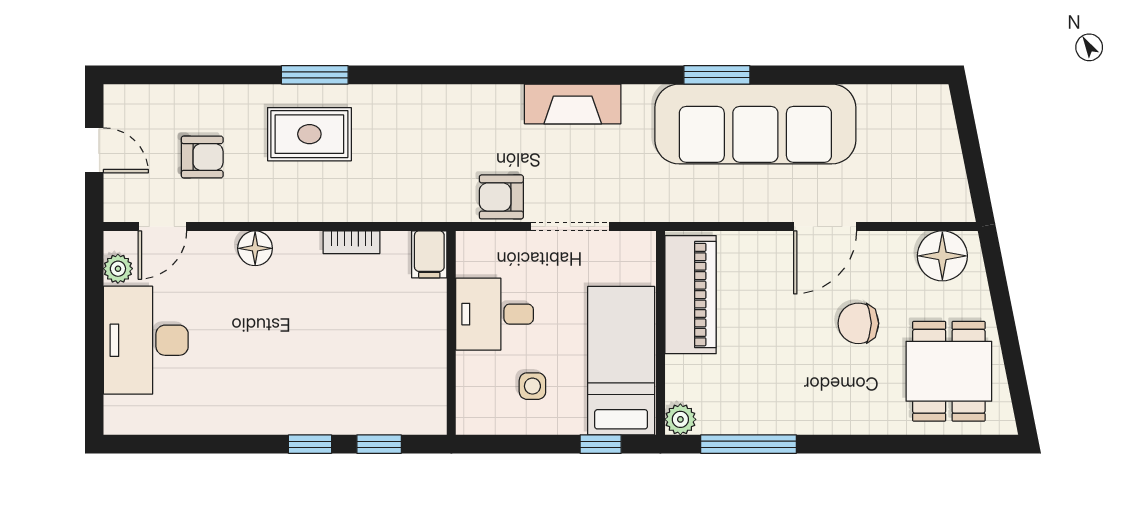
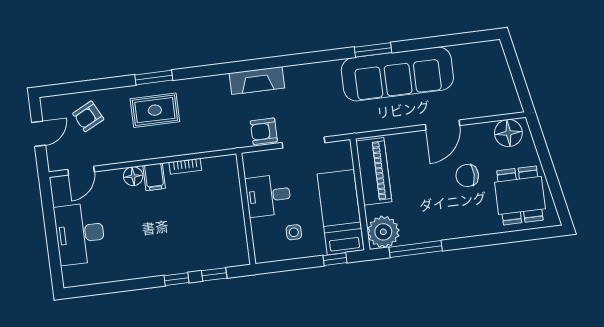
fireplace: (573, 104) -> (257, 81), moved
door: (94, 150) -> (39, 134), hinge flipped
armchair: (202, 157) -> (88, 116), moved, turned 153
filing cabinet: (429, 254) -> (154, 177), moved
plant: (118, 269) -> (60, 197), removed
plant: (680, 419) -> (383, 232), width x1.87, depth x1.87

